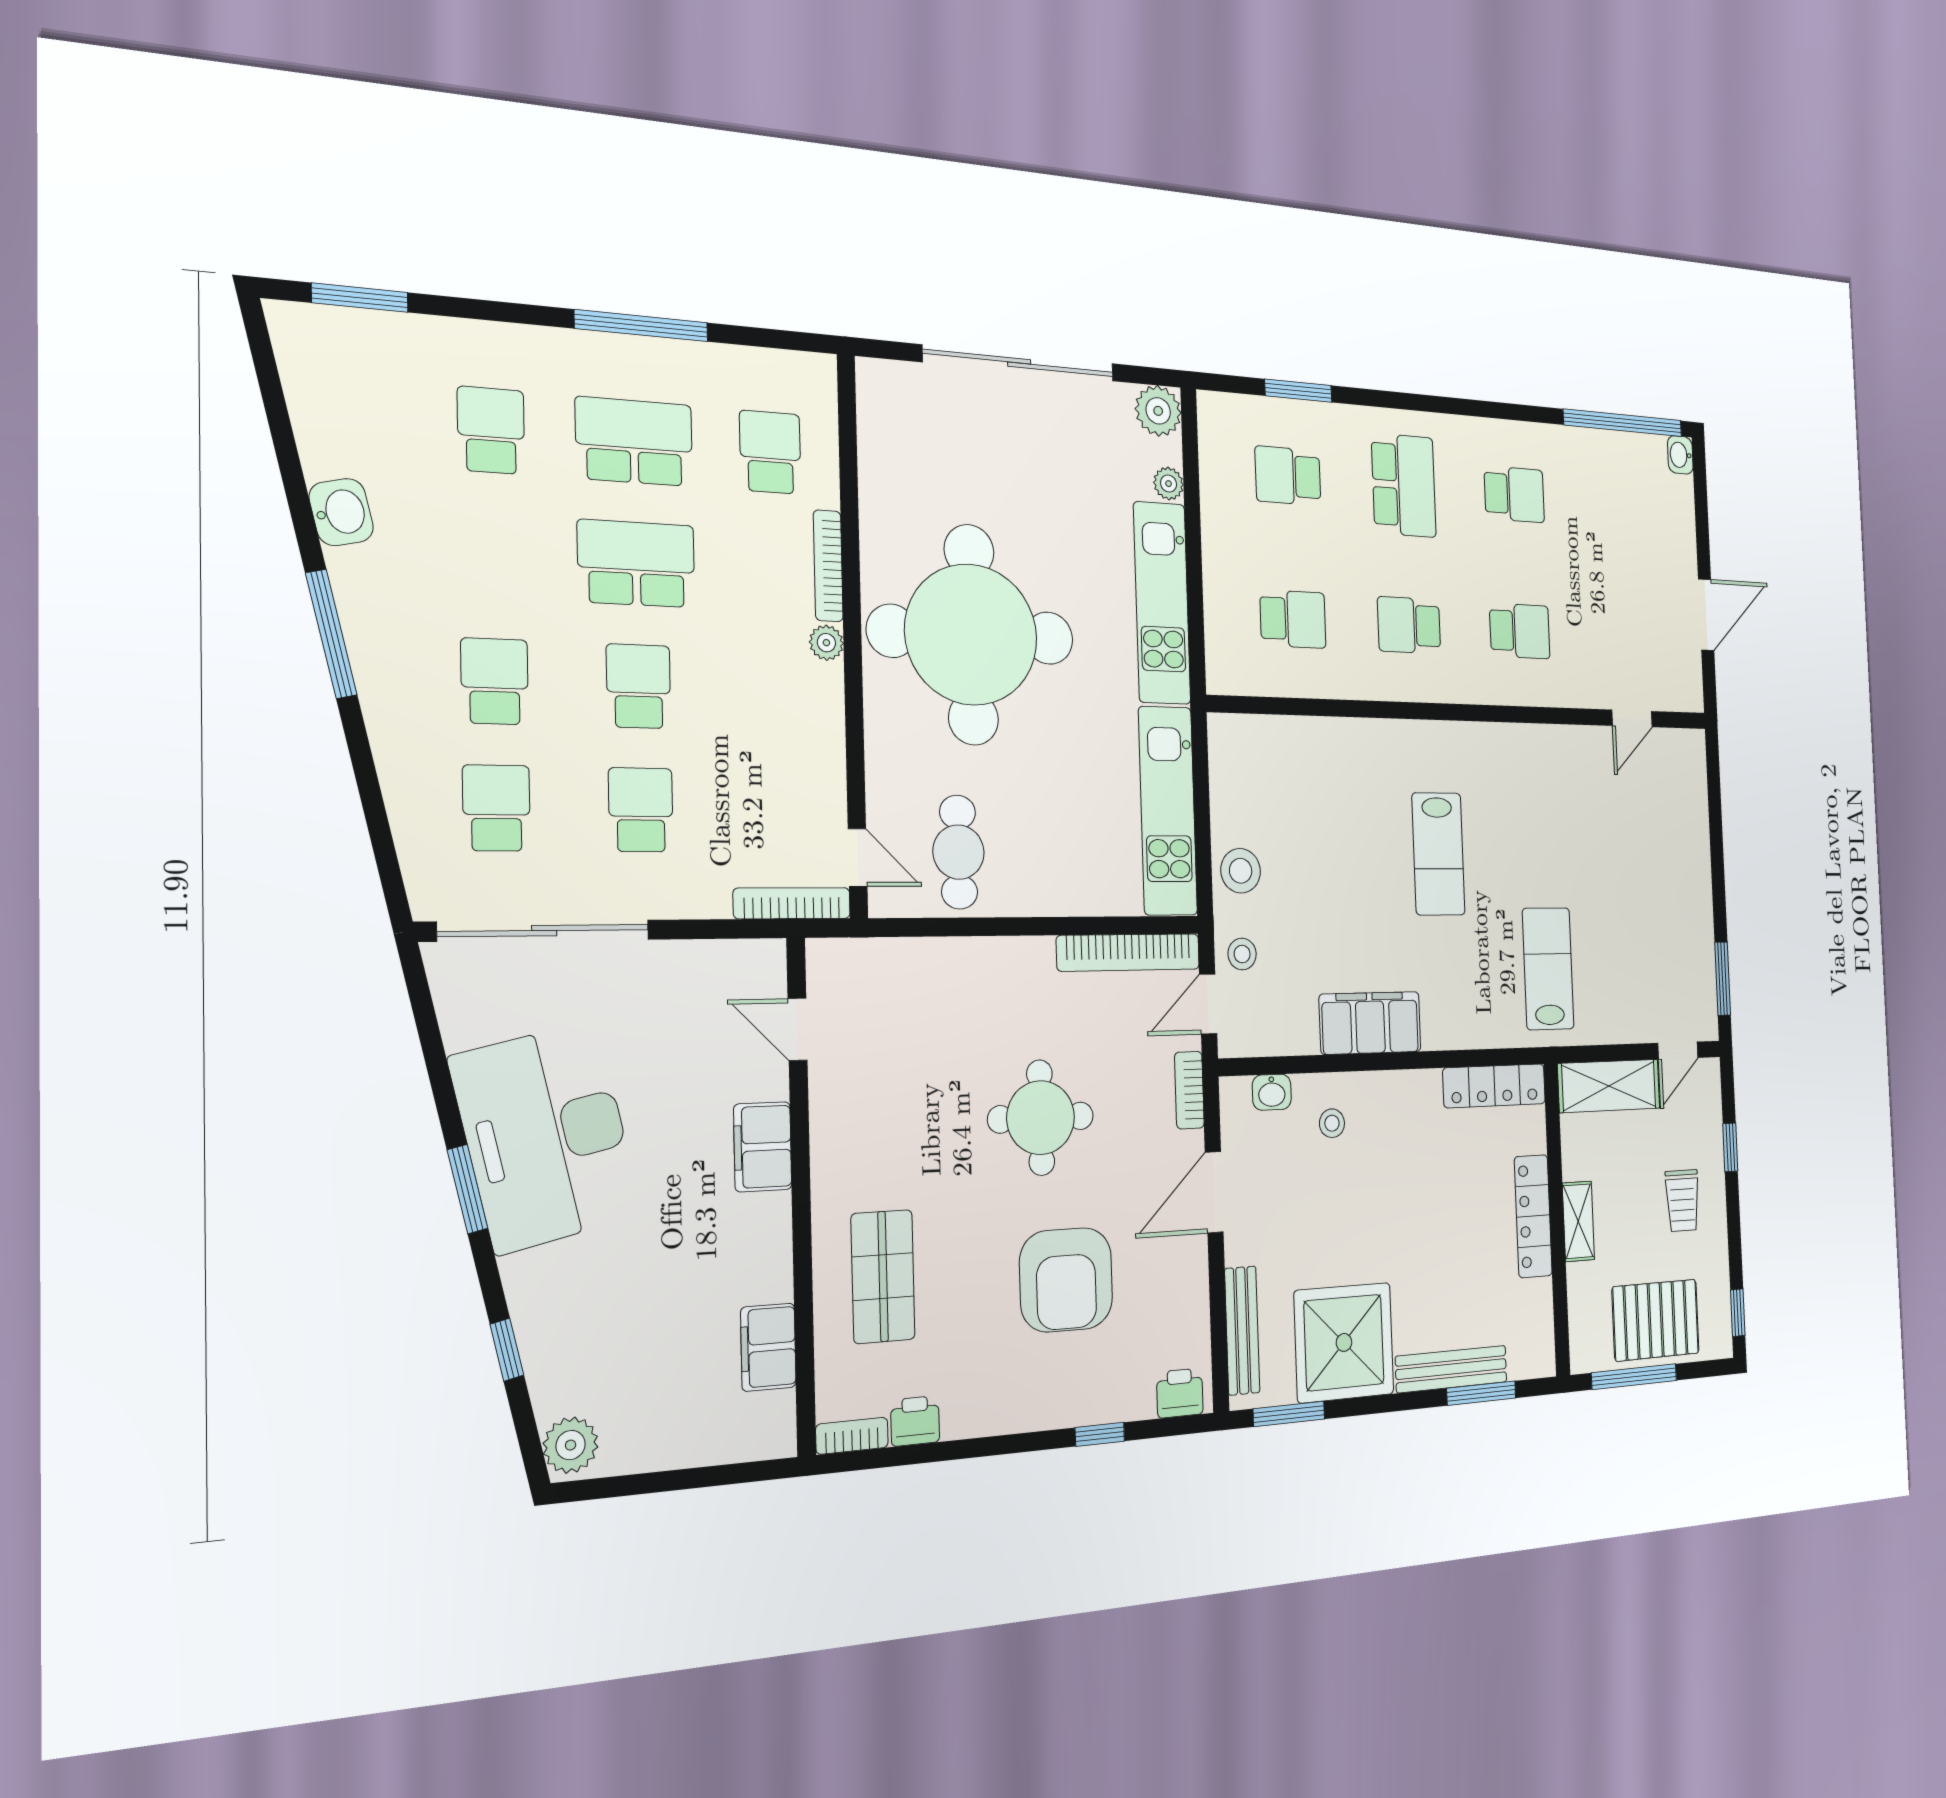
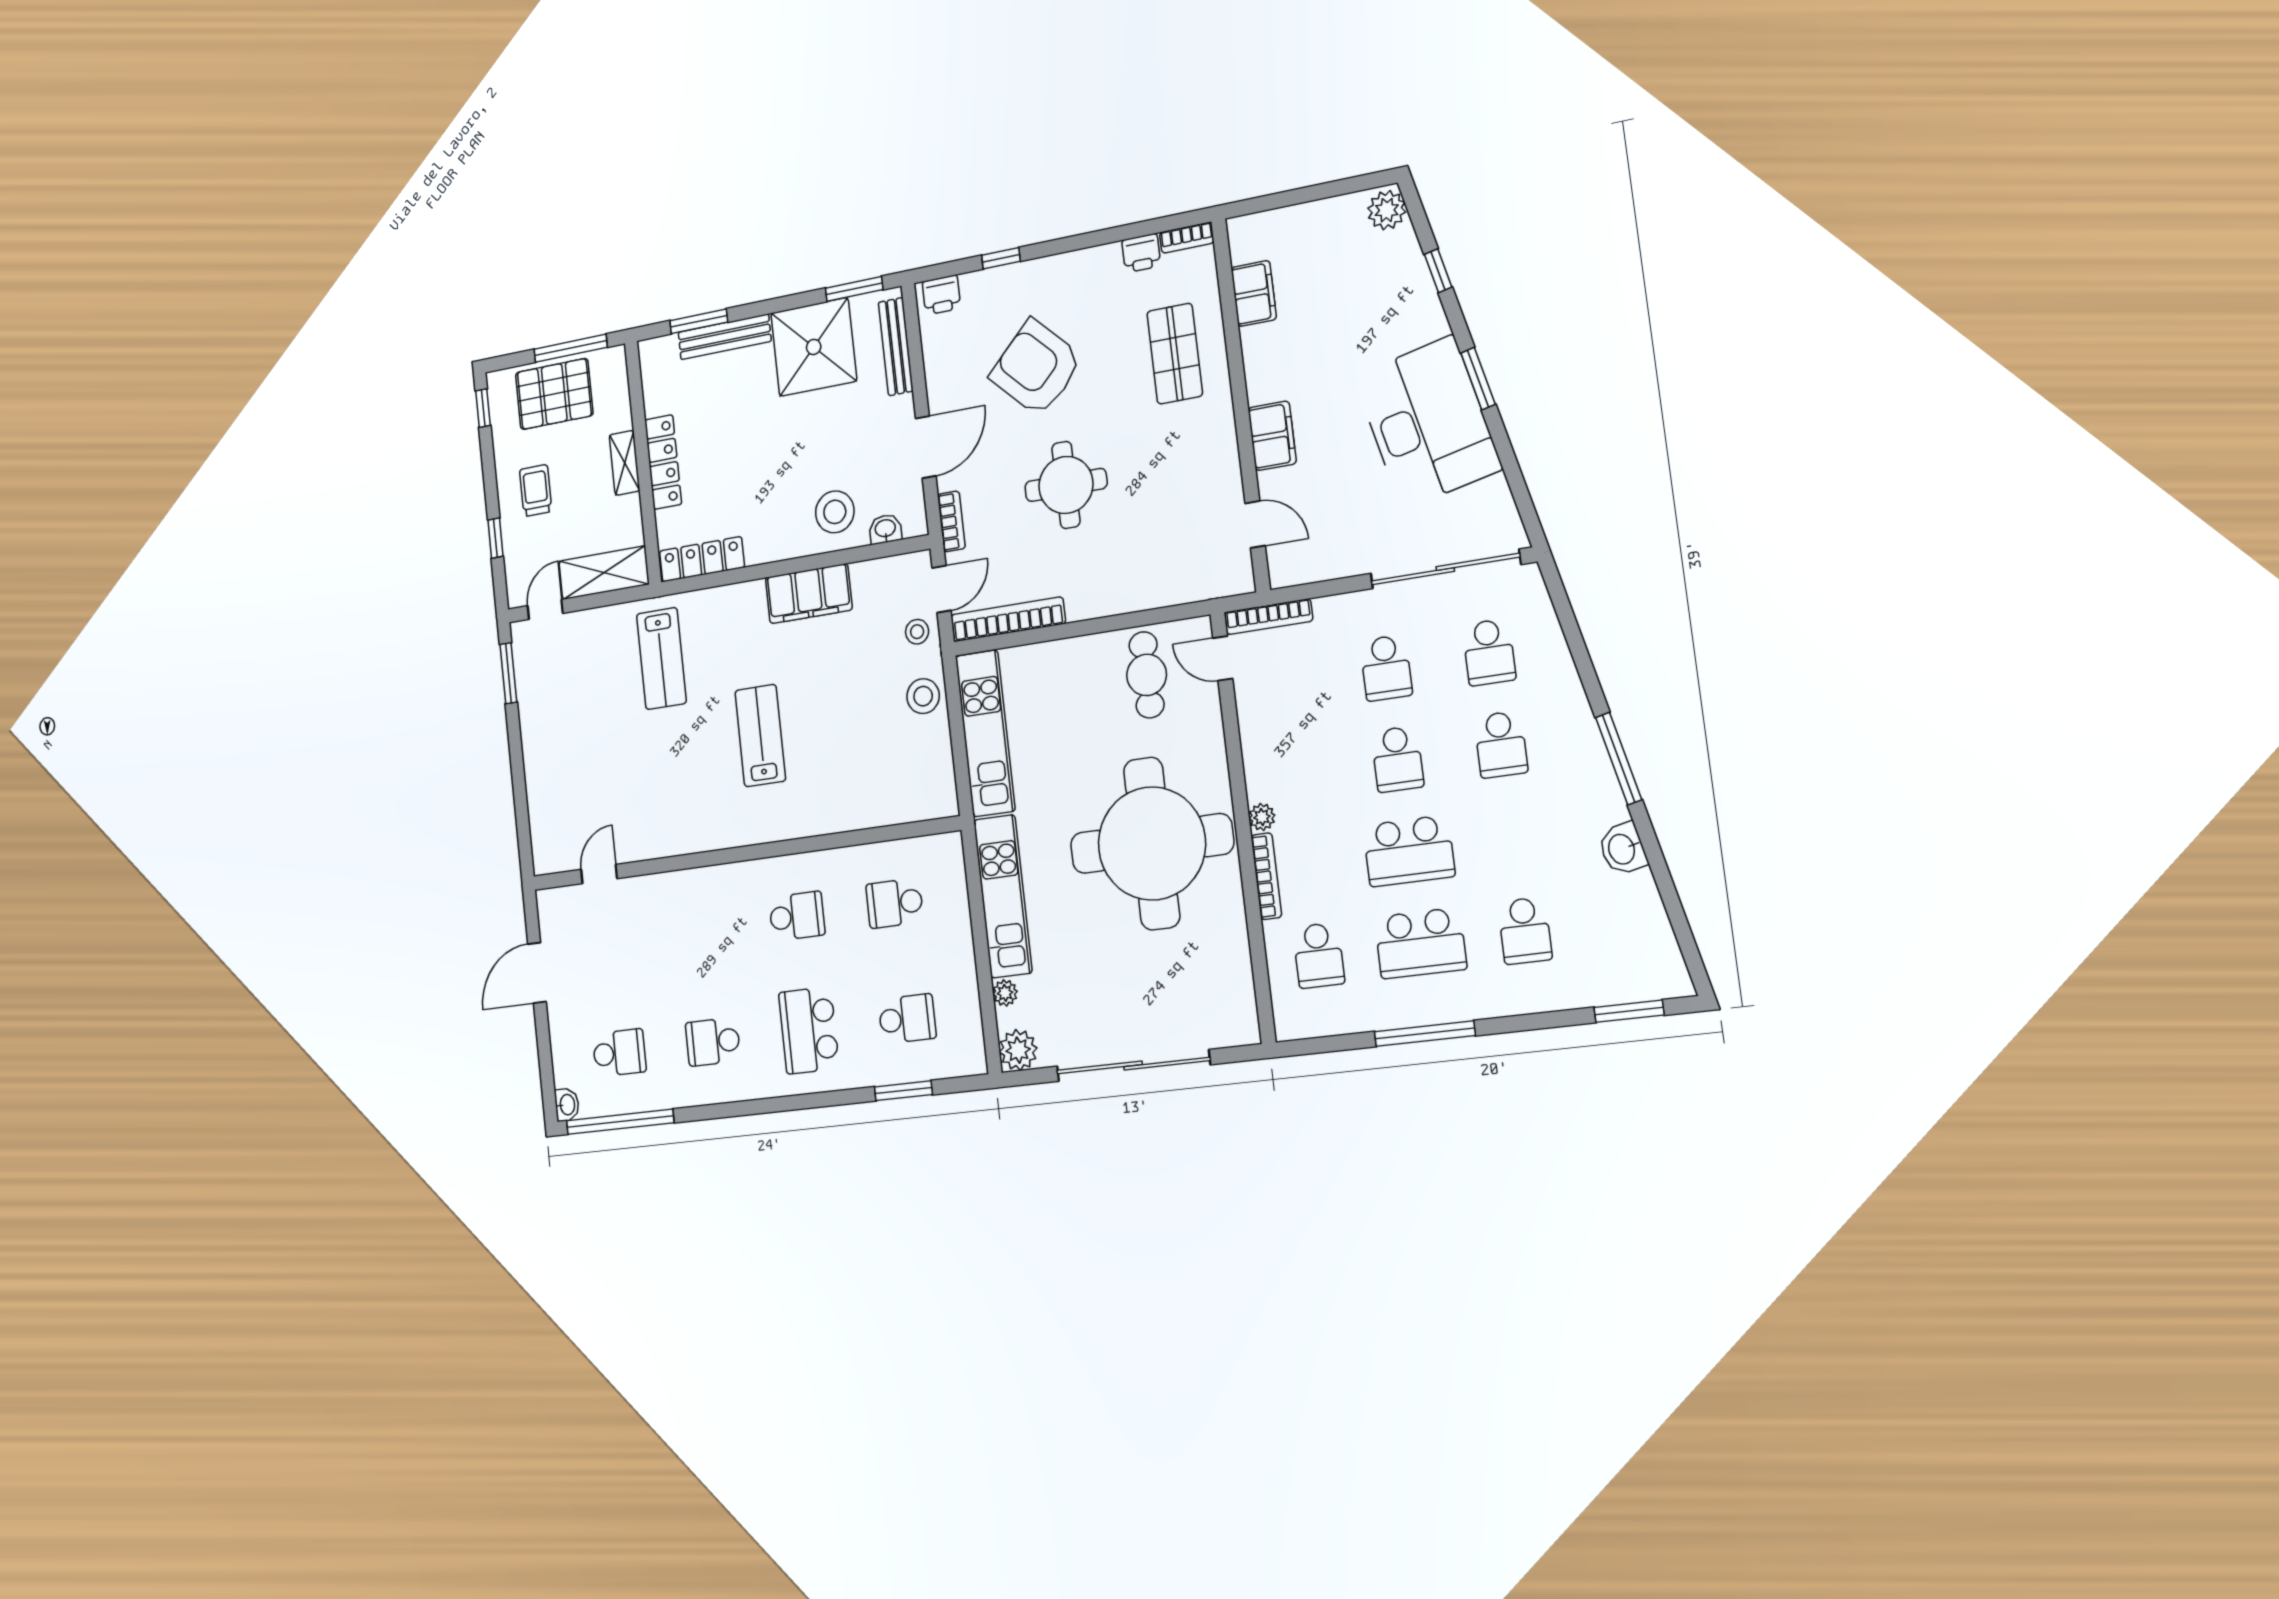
school desk: (1520, 631) -> (619, 1053), moved, turned 180
stool: (1332, 1123) -> (835, 512), width x1.89, depth x1.89
armchair: (1066, 1280) -> (1036, 368), turned -45

